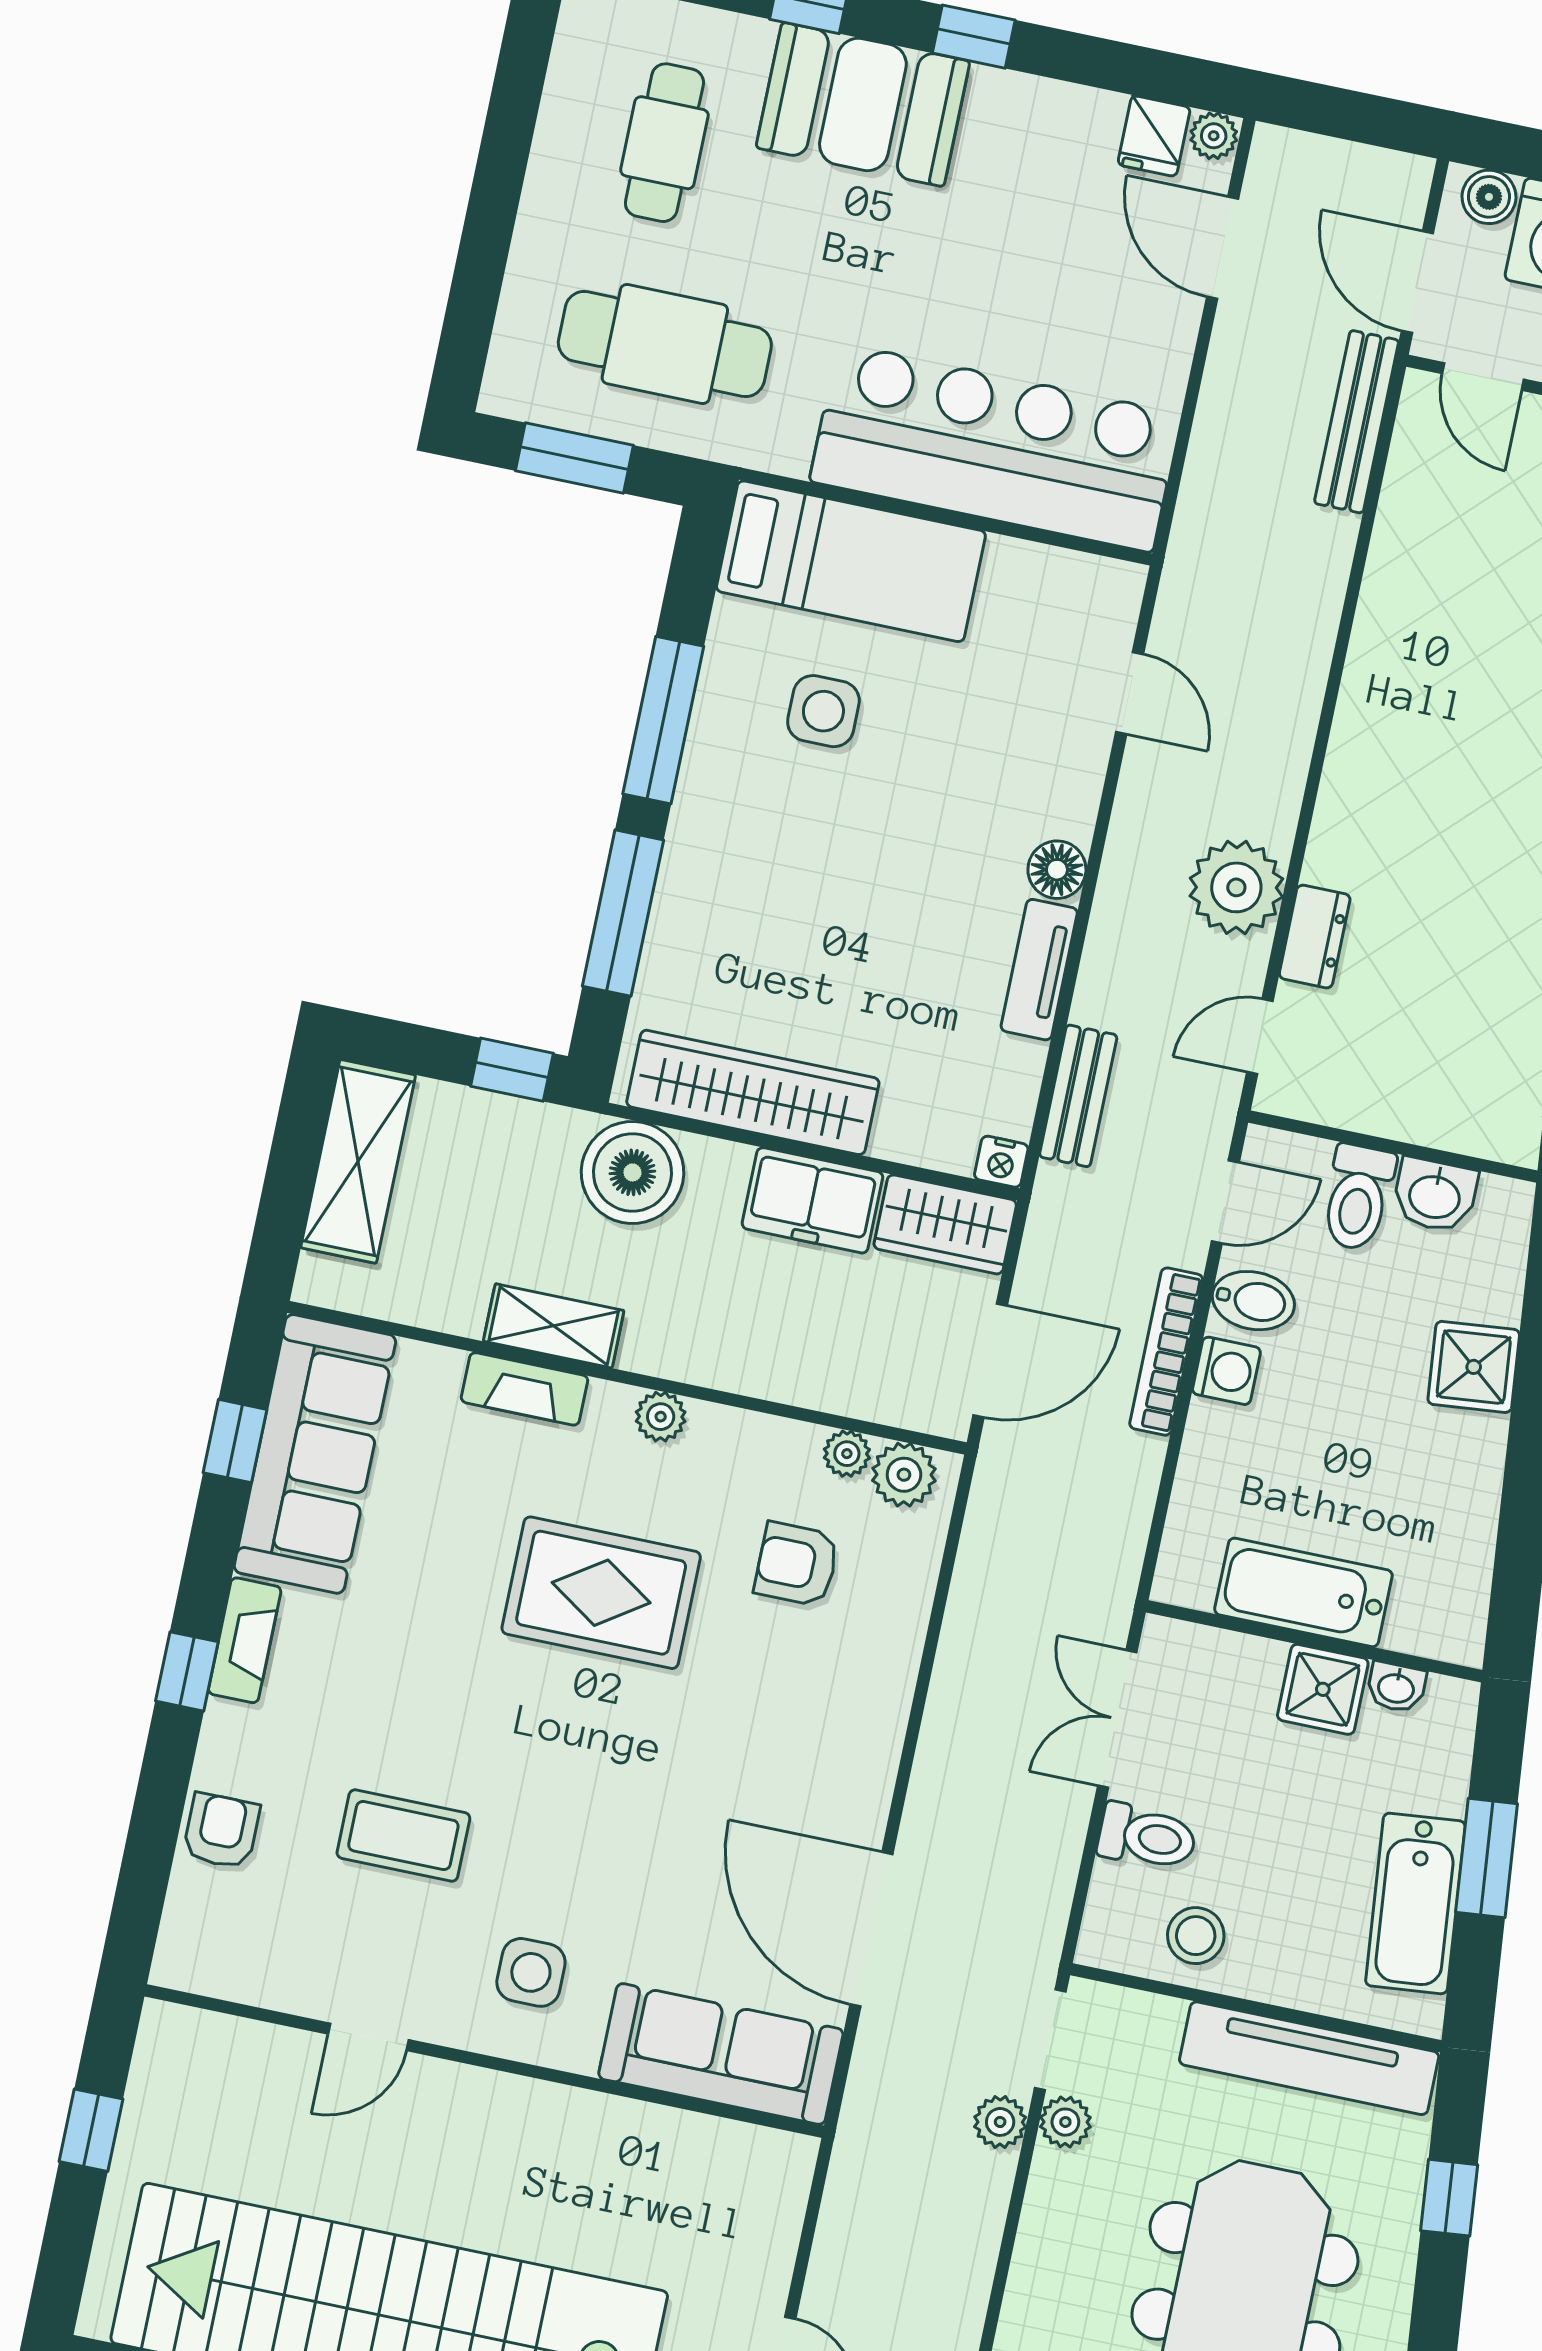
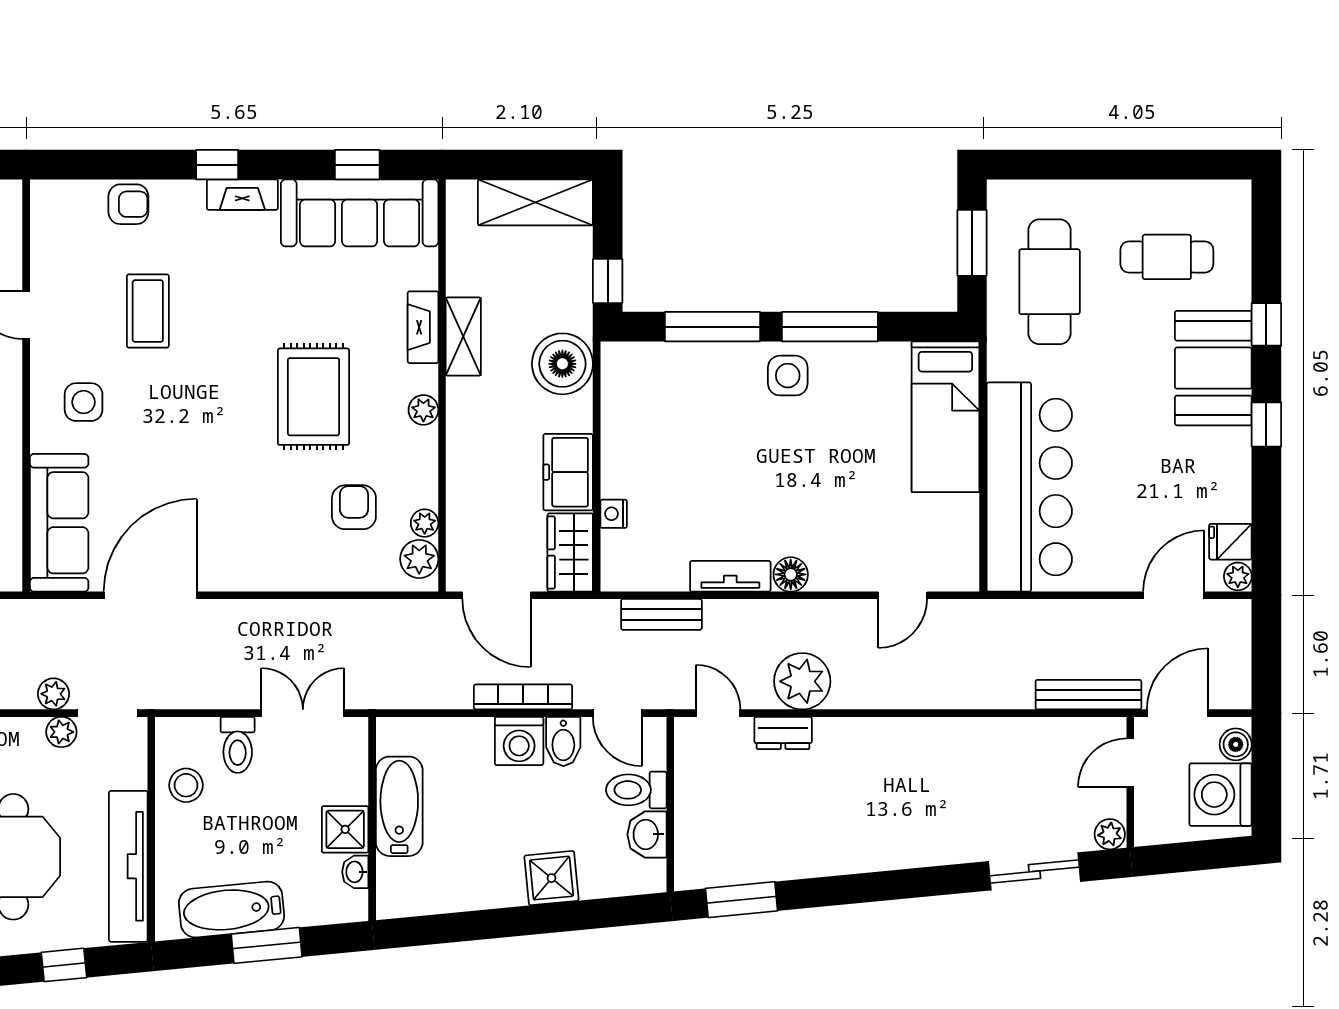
side table: (823, 711) -> (788, 376), moved
wardrobe: (753, 1092) -> (624, 424), removed
nightstand: (1001, 1162) -> (614, 514), moved
washing machine: (1226, 1371) -> (519, 741), width x1.38, depth x1.38

